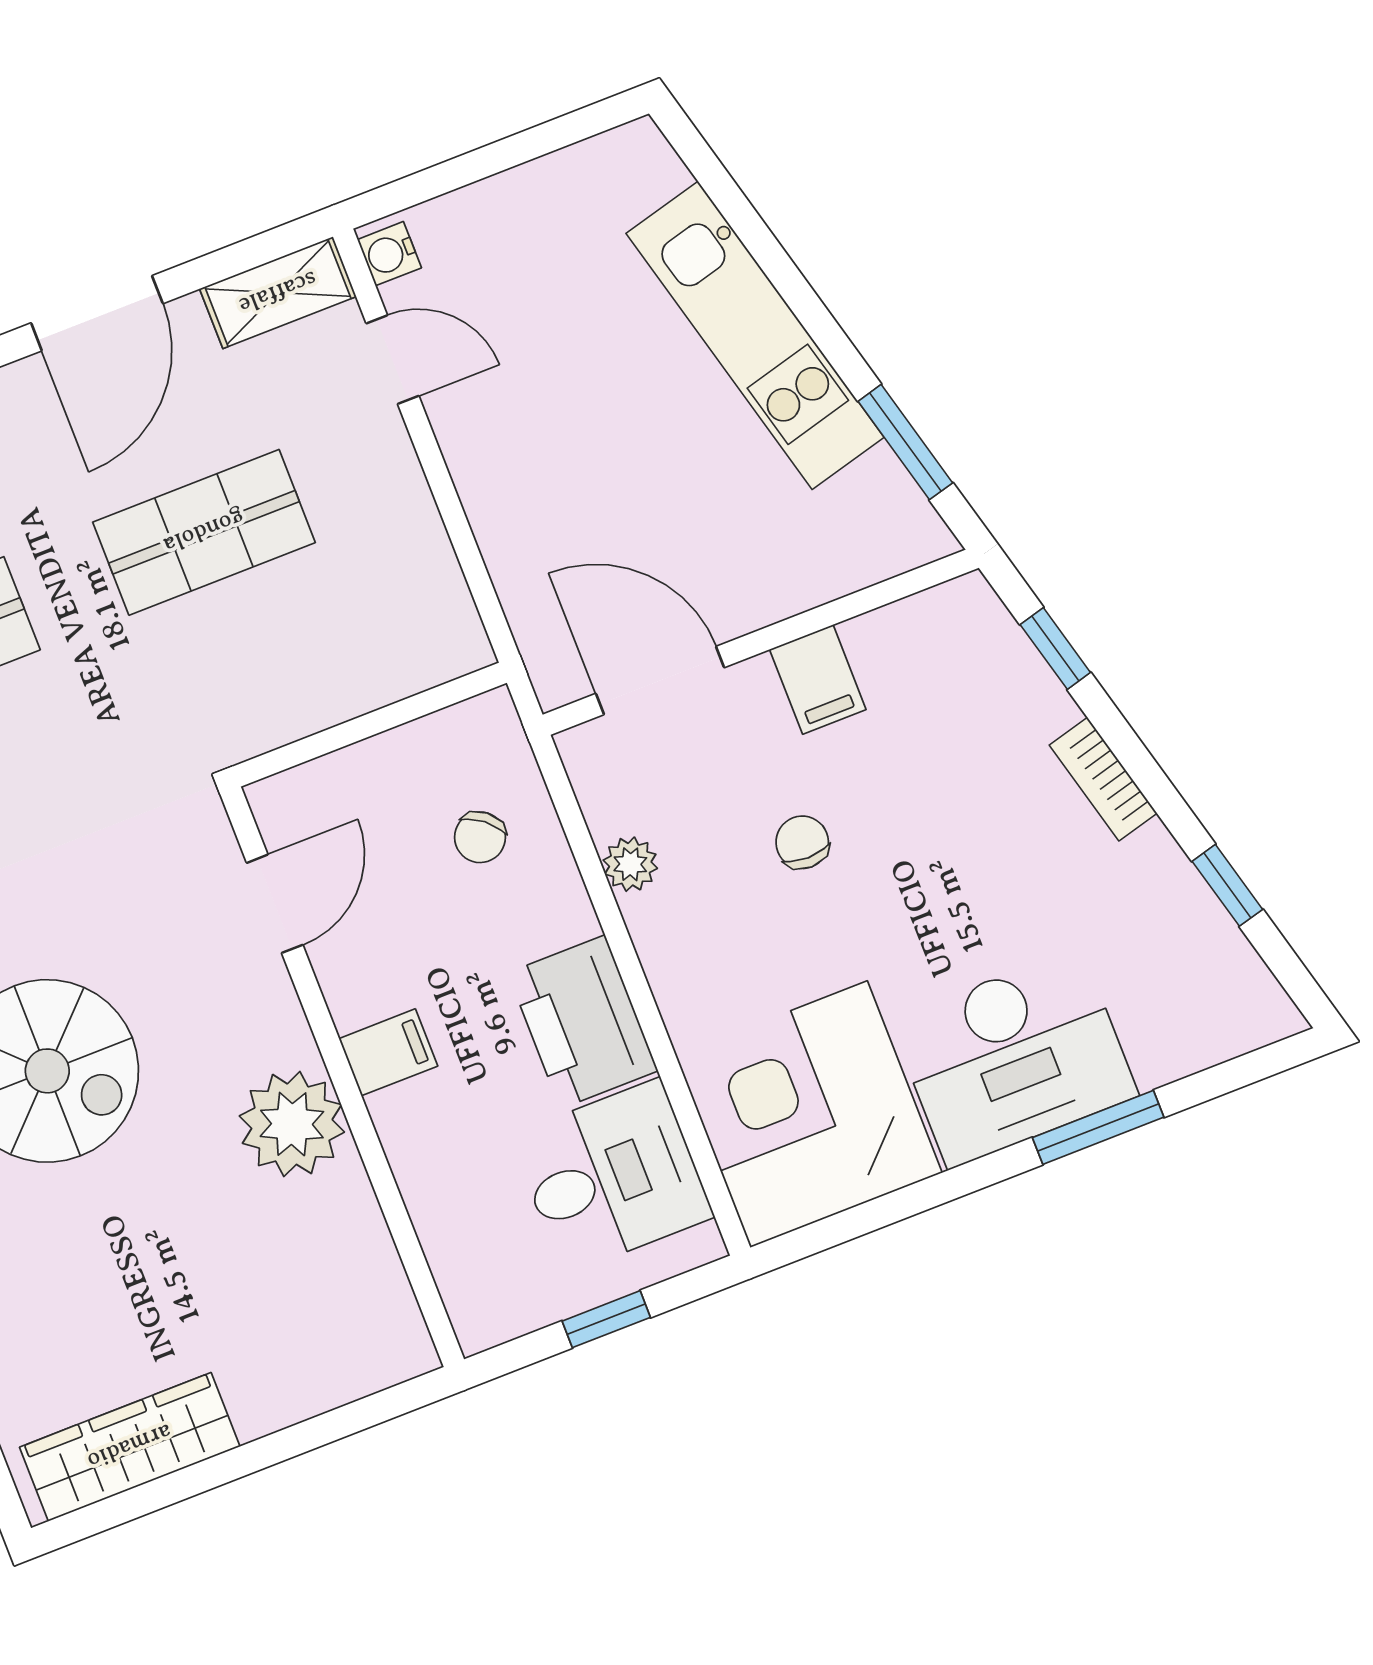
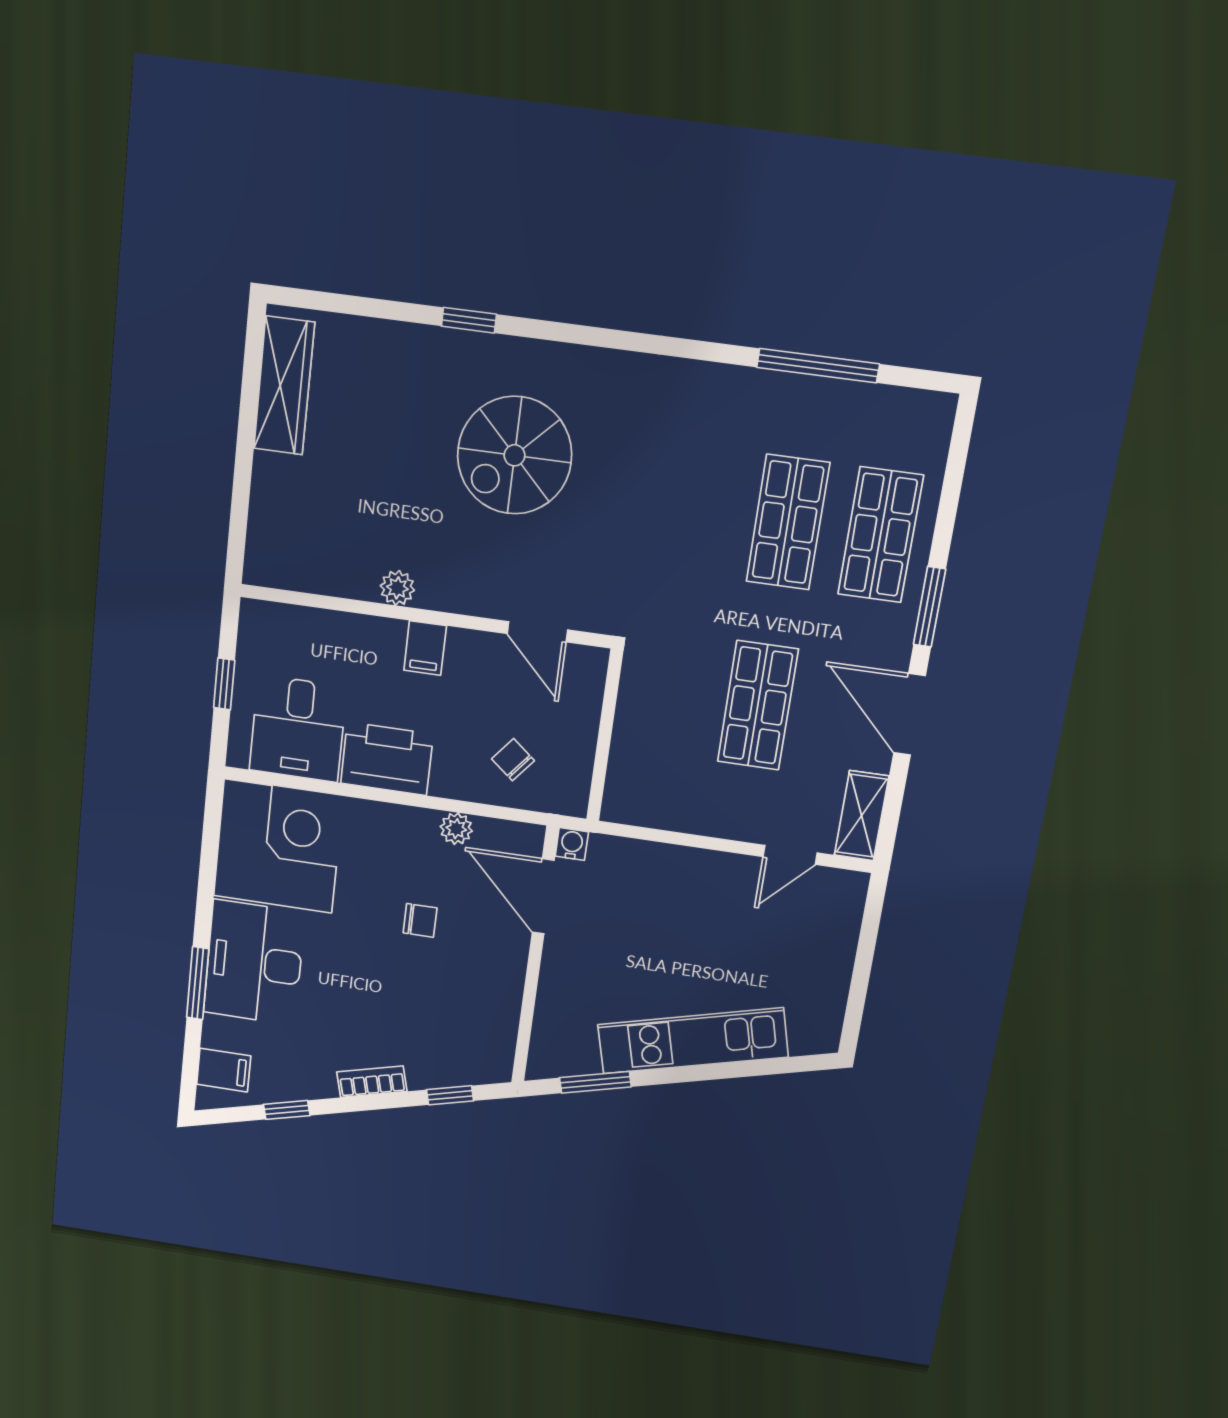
water cooler: (389, 254) -> (572, 844), moved
filing cabinet: (818, 679) -> (224, 1070), moved, turned 180
door: (660, 681) -> (543, 896), swing flipped
plant: (292, 1124) -> (397, 588), width x0.53, depth x0.53

